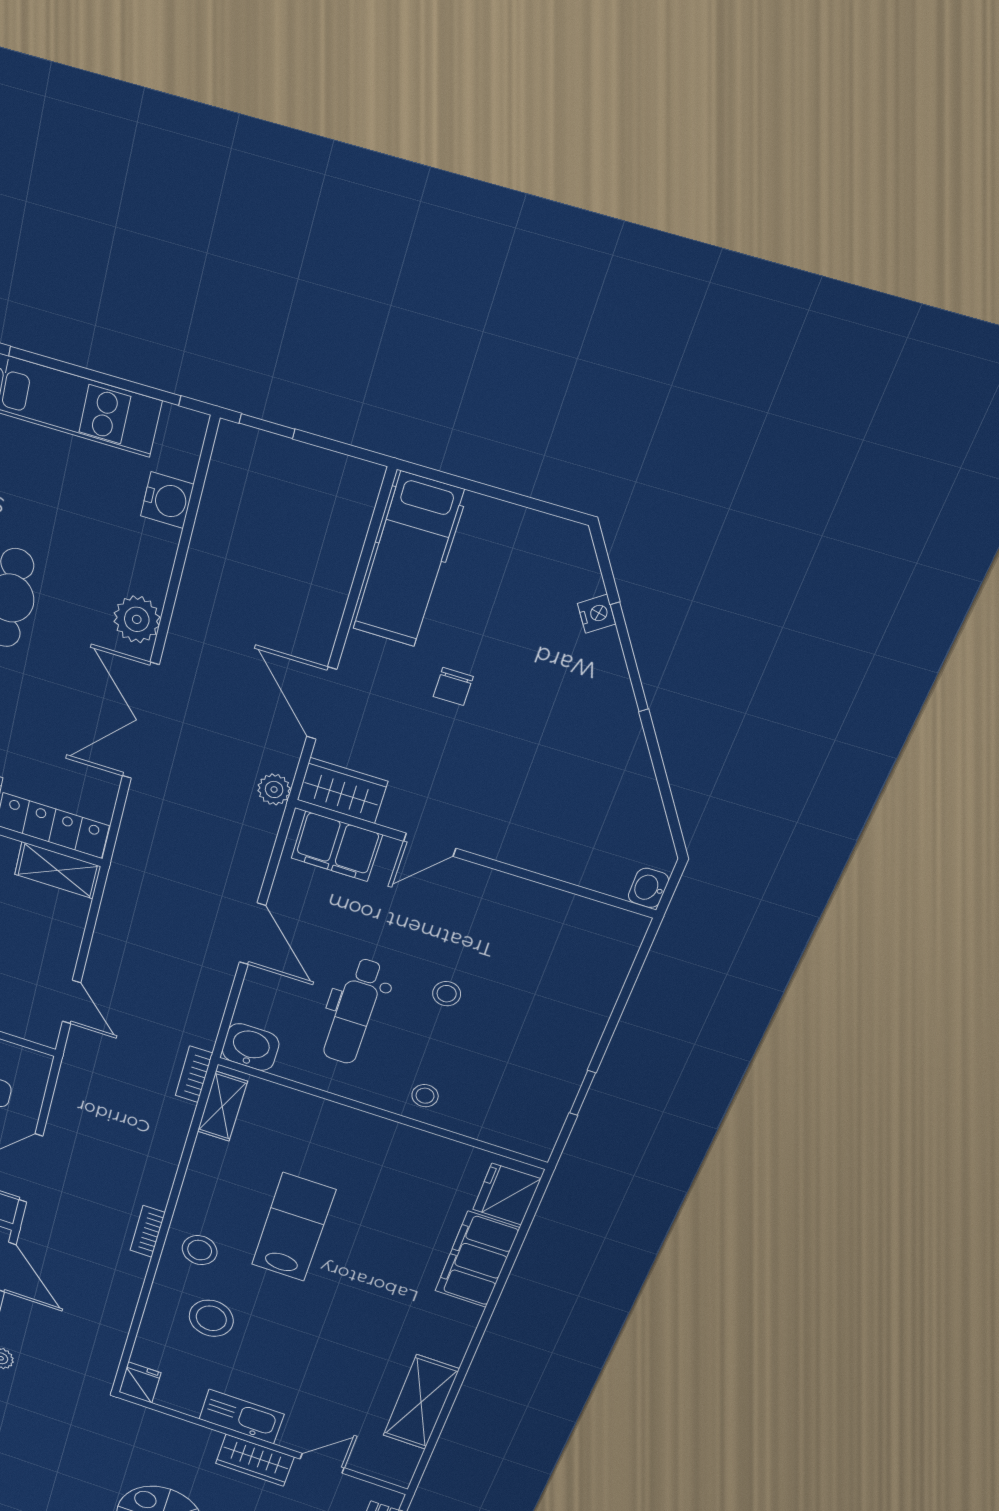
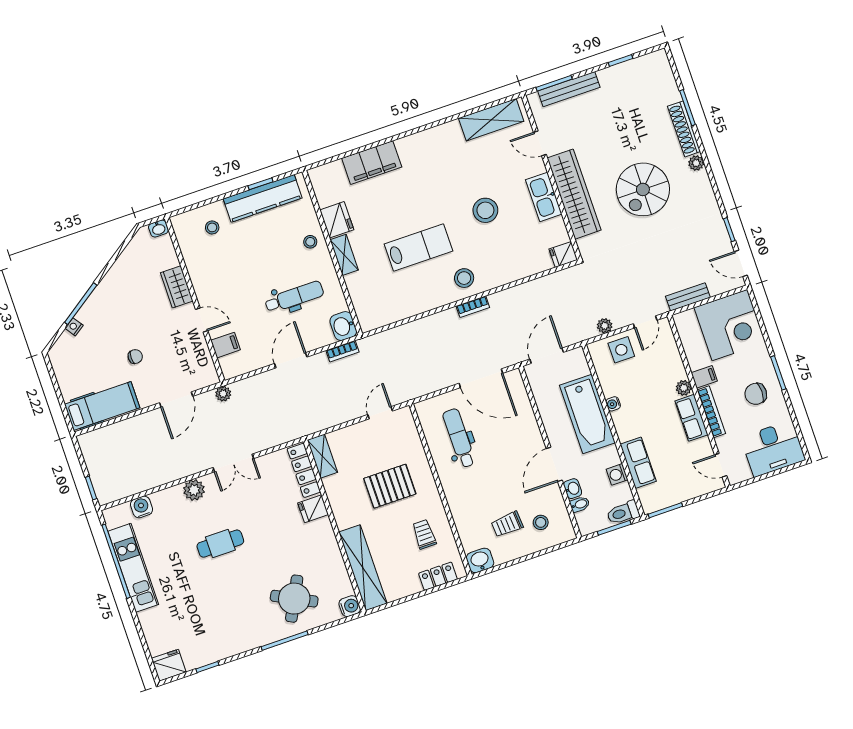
double door: (141, 721) -> (233, 463), width x0.73
wardrobe: (342, 790) -> (177, 287), moved
filing cabinet: (337, 846) -> (226, 345), width x0.50
stool: (447, 994) -> (212, 227), moved
bookcase: (194, 1074) -> (342, 351), moved
kitchen counter: (556, 1079) -> (263, 198), added
shelving: (222, 1106) -> (344, 255), moved, turned 90
fridge: (507, 1194) -> (337, 220), moved, turned -90
lab bench: (293, 1227) -> (418, 247), turned 180
stool: (211, 1318) -> (485, 210), moved
shelving: (421, 1402) -> (491, 120), moved
wardrobe: (255, 1460) -> (574, 194), width x2.10, depth x1.17

